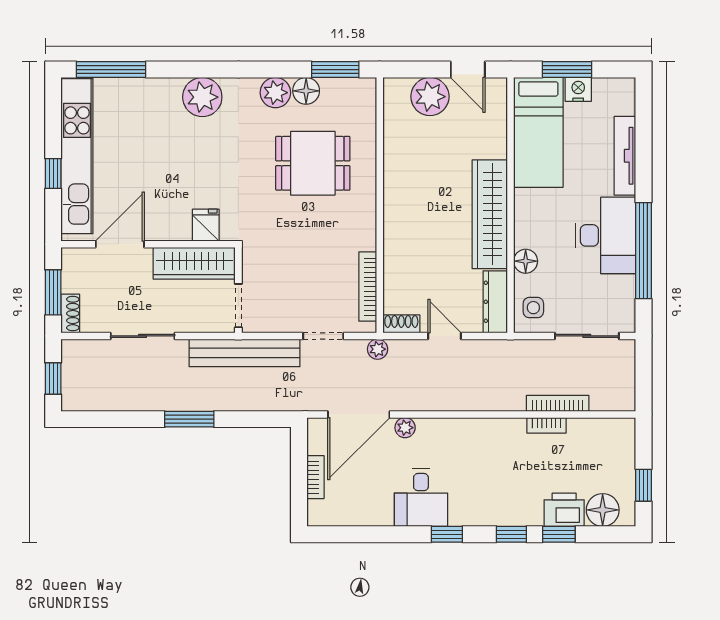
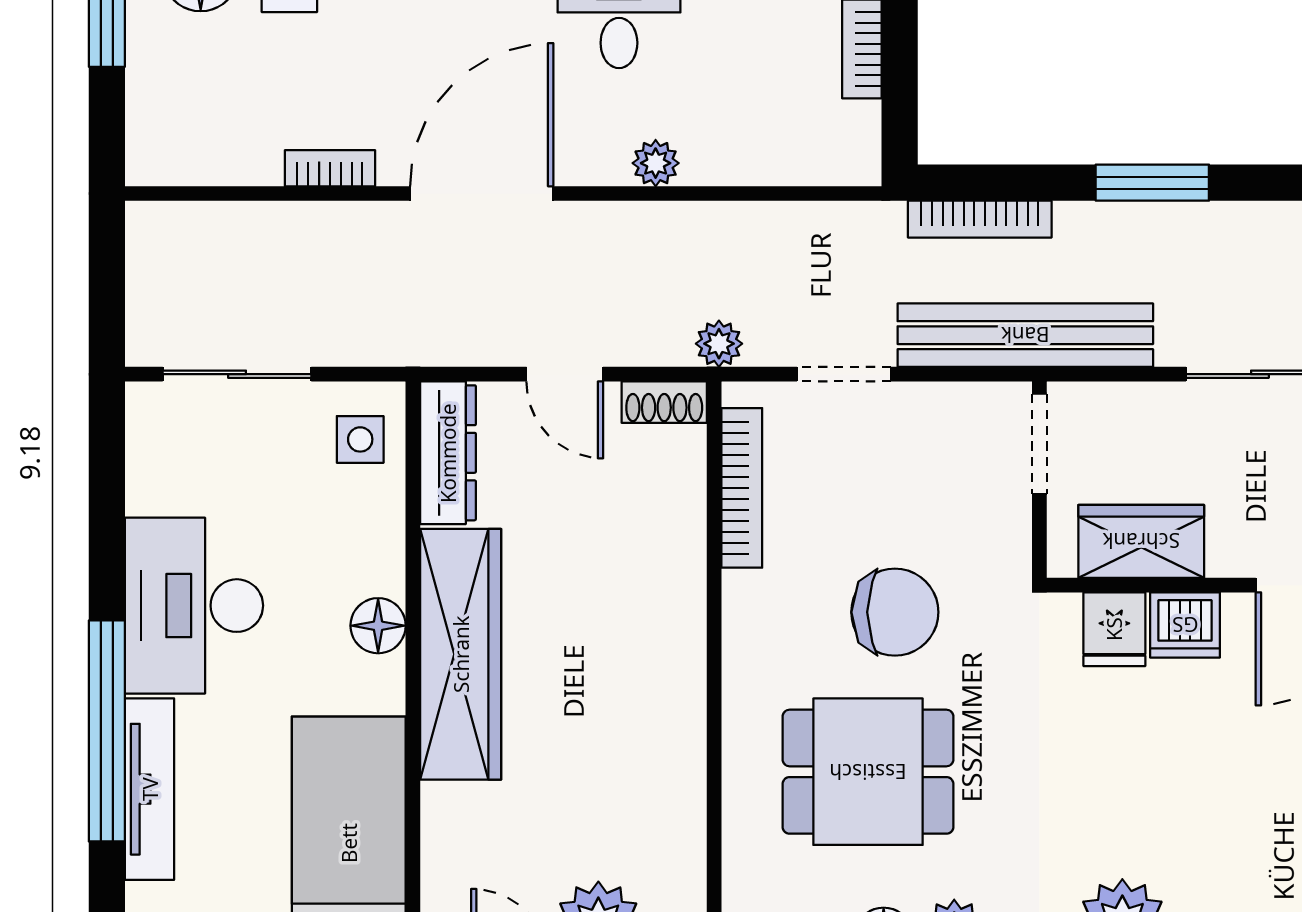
dishwasher: (175, 227) -> (1185, 625), added
chair: (301, 233) -> (895, 612), added
window: (643, 251) -> (107, 731), moved
floor lamp: (526, 261) -> (378, 626), moved
wardrobe: (194, 263) -> (1141, 541), width x0.67
bookcase: (558, 403) -> (980, 219), moved
door: (359, 414) -> (482, 193), moved

